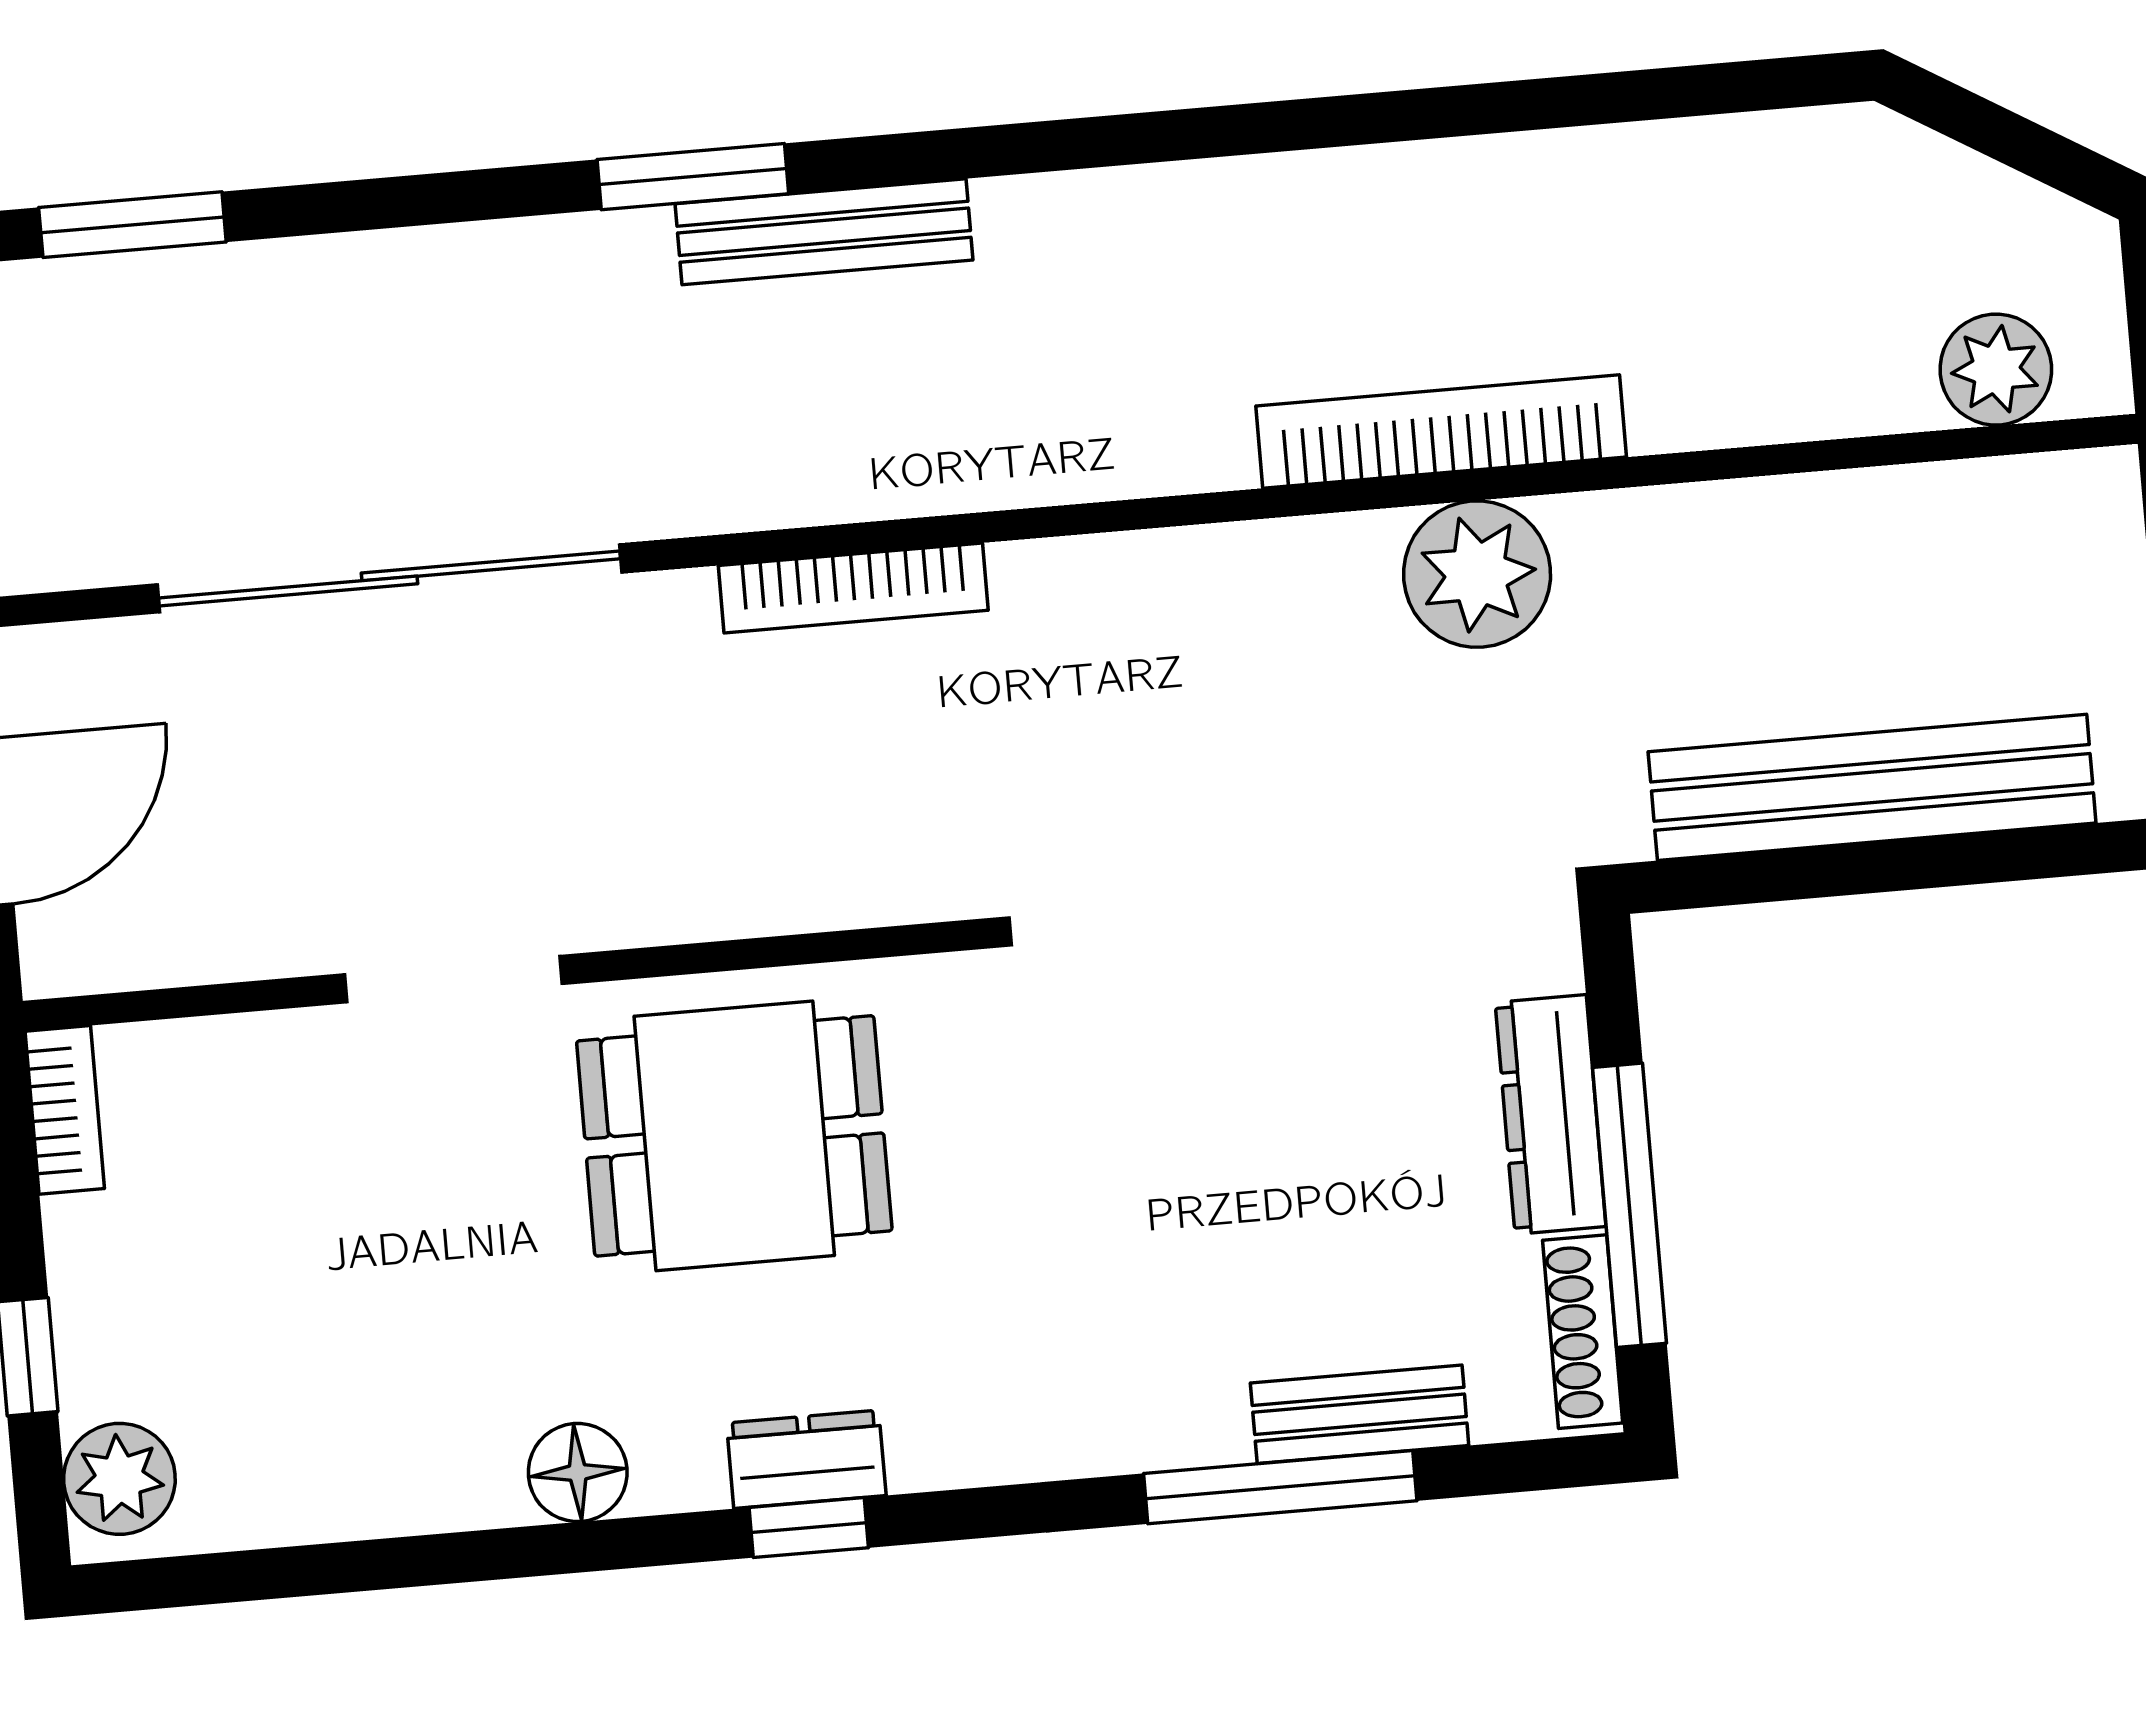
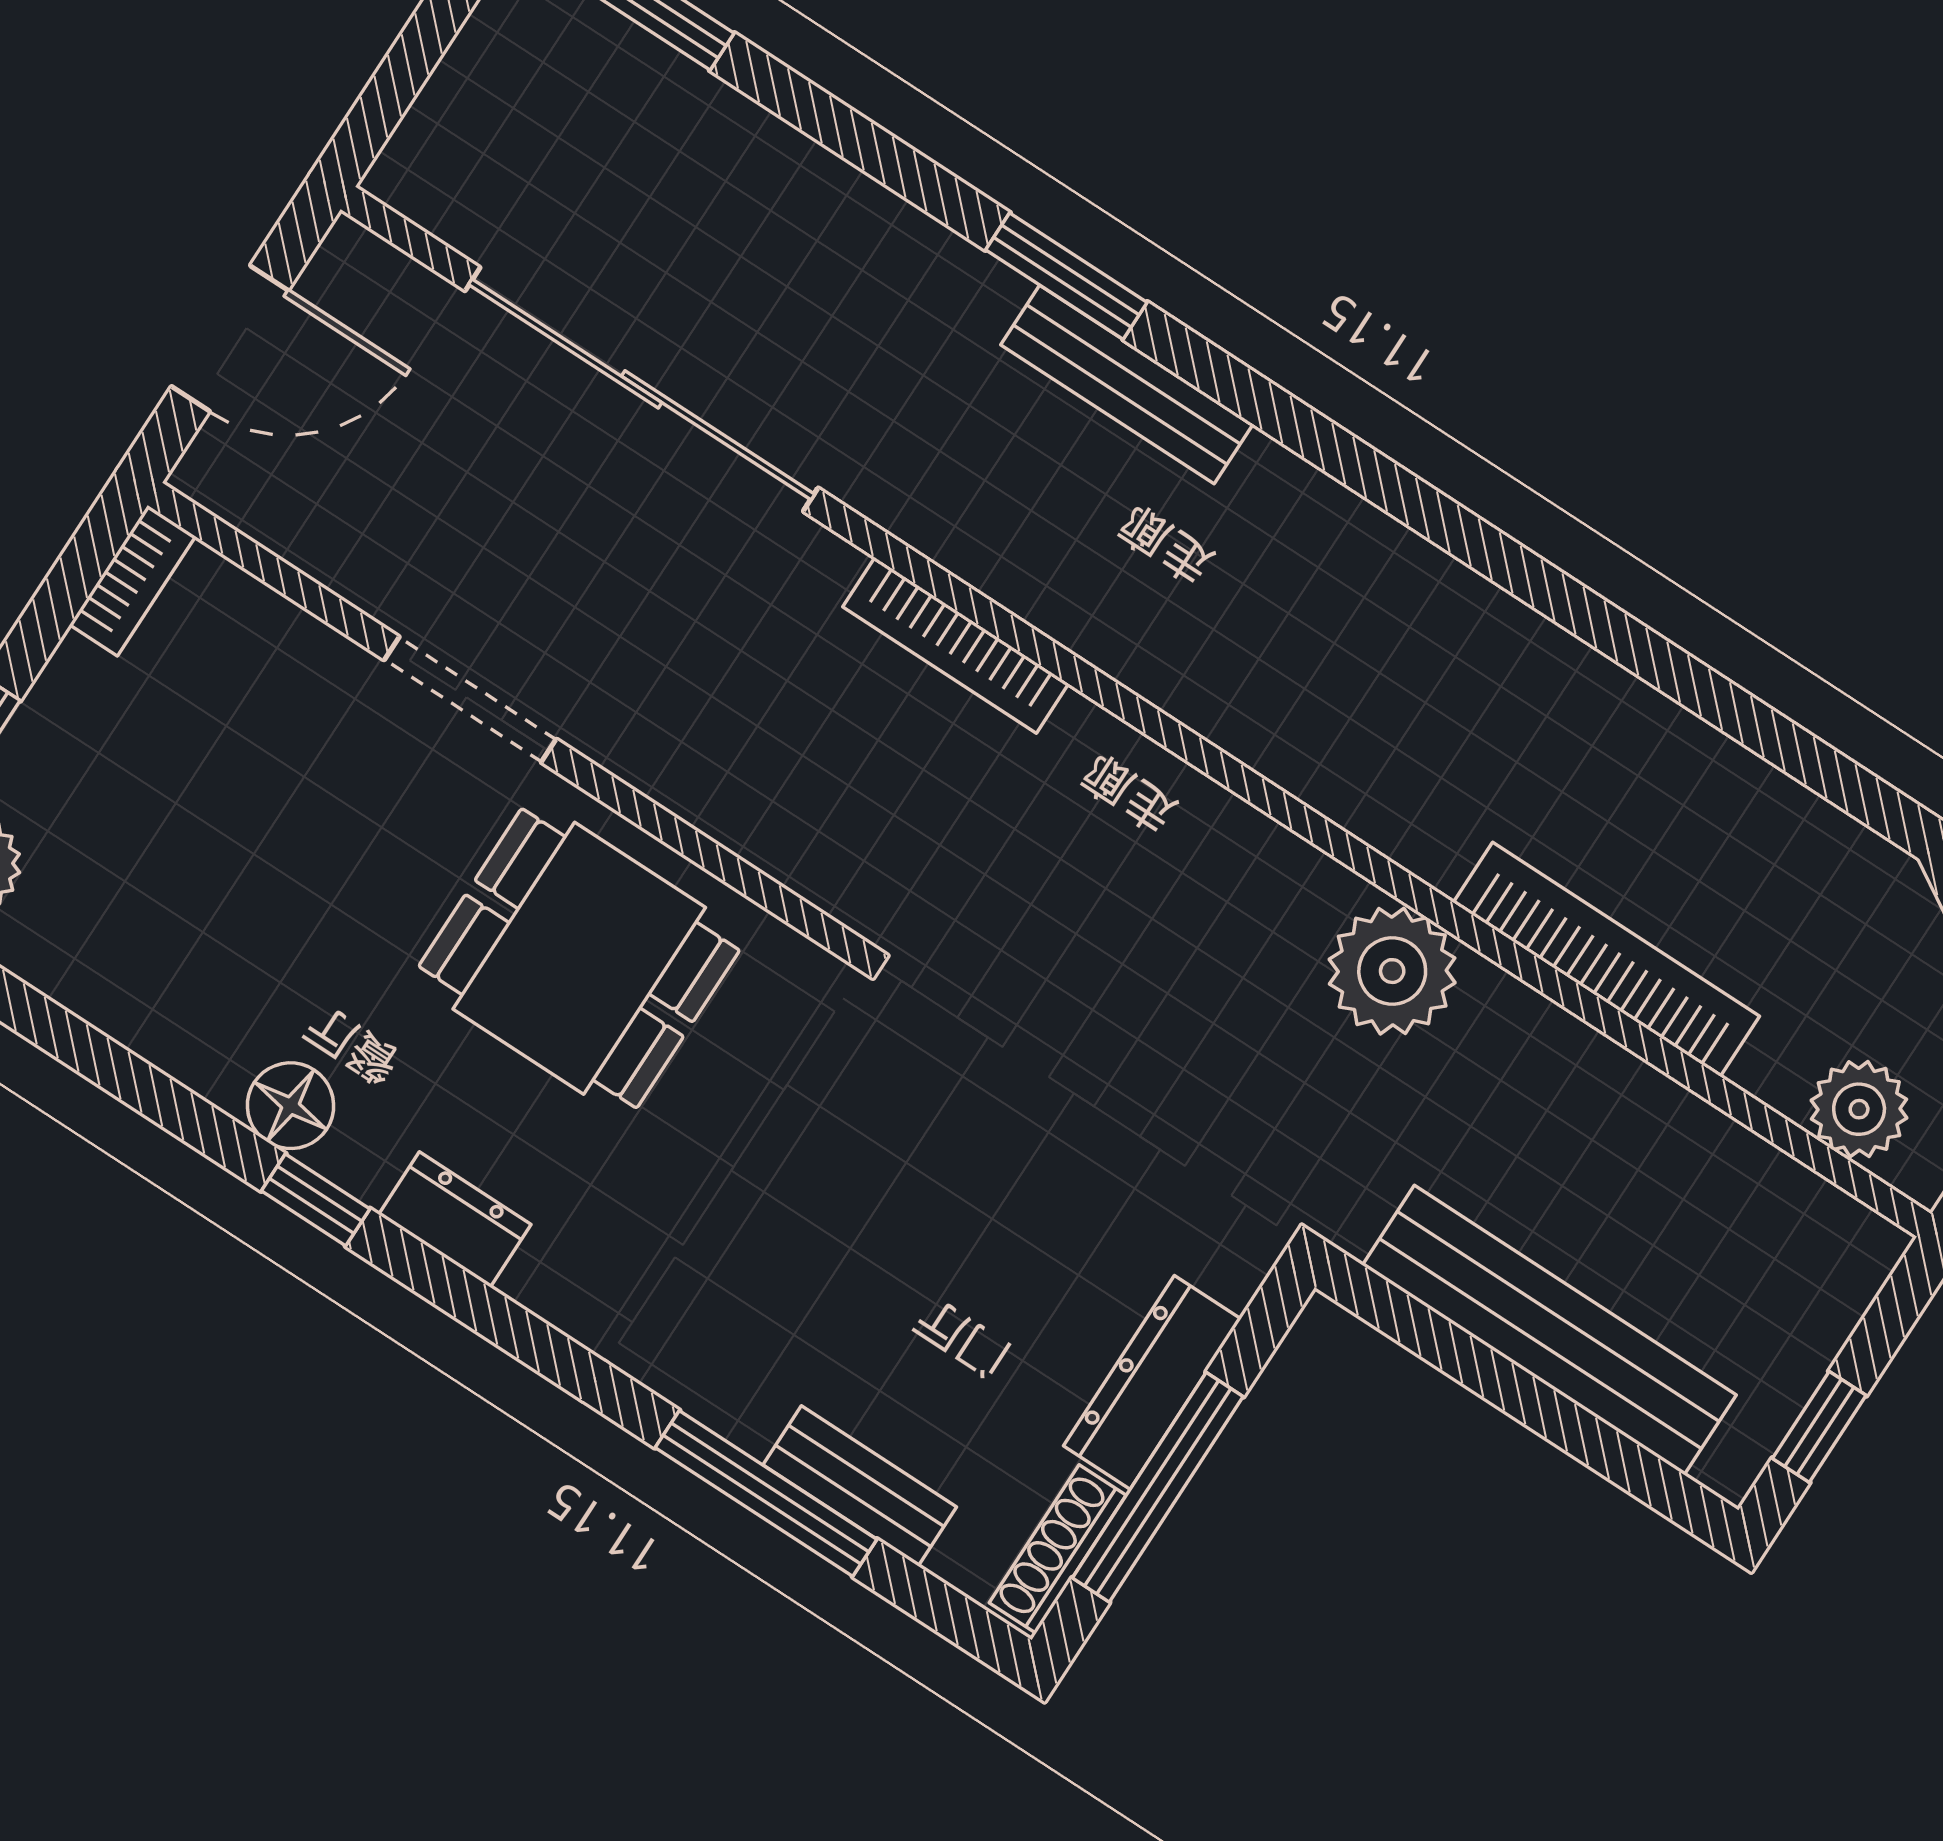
bookcase: (1441, 431) -> (1606, 959), moved
window: (809, 1528) -> (316, 1200), moved

